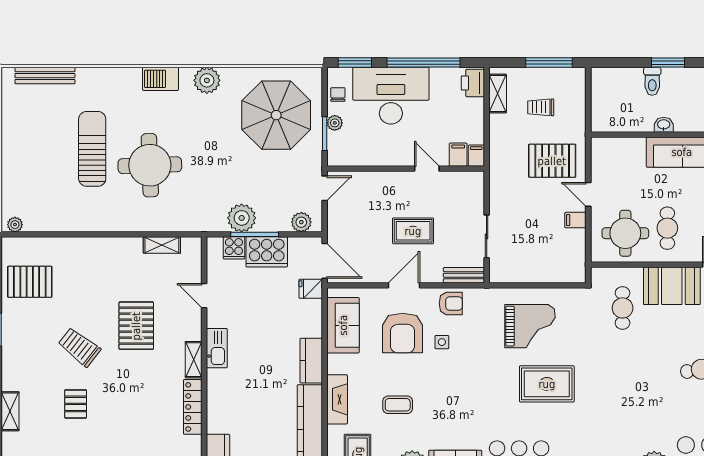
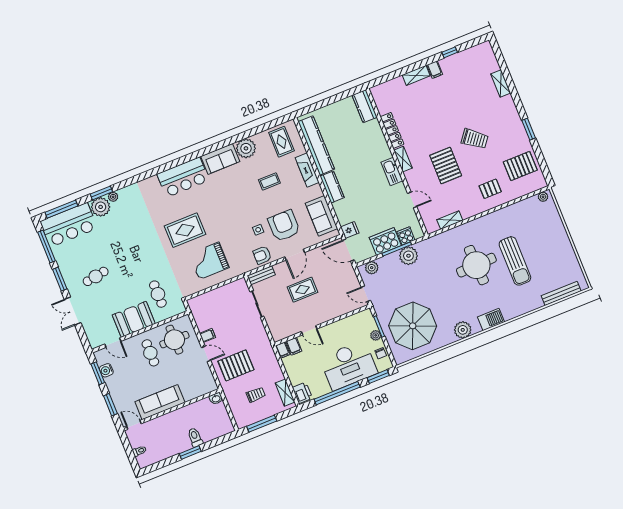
washbasin: (664, 125) -> (216, 399), moved
door: (325, 188) -> (366, 294), hinge flipped
pallet: (76, 404) -> (490, 189), moved, turned 90

